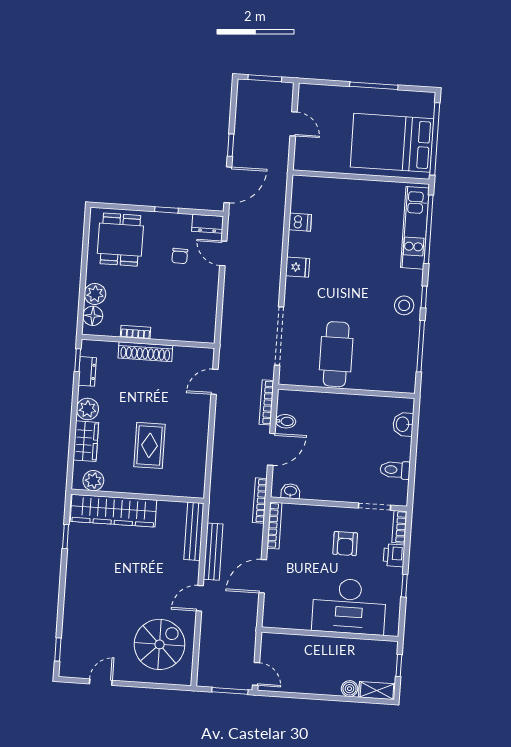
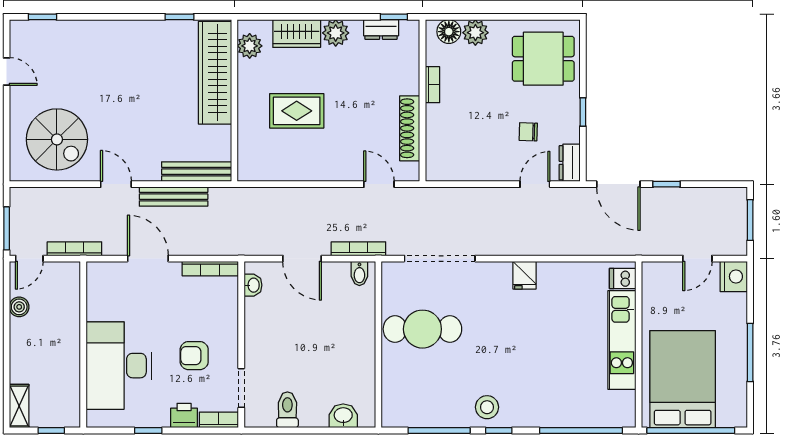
nightstand: (310, 95) -> (734, 276), added
dishwasher: (300, 222) -> (623, 278), moved, turned 90
kitchen unit: (415, 228) -> (622, 340), moved, turned -90
shoe rack: (145, 352) -> (410, 128), moved
bidet: (286, 421) -> (359, 273), moved
bookcase: (260, 501) -> (74, 249), moved
boiler: (350, 689) -> (19, 307), moved

